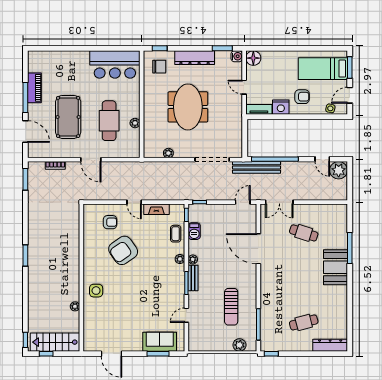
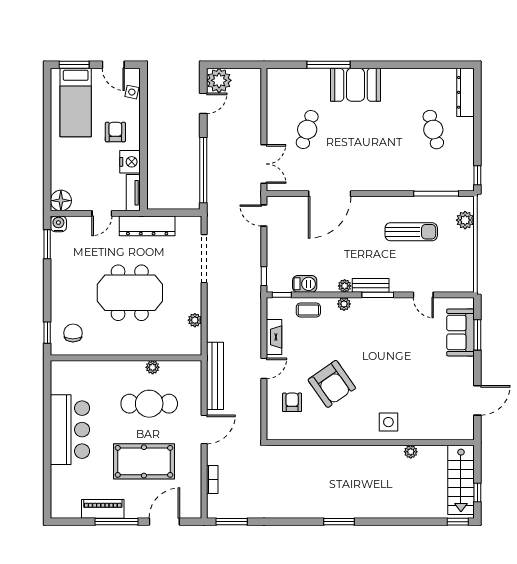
dresser: (195, 58) -> (147, 226), moved, turned 90
bar counter: (115, 64) -> (70, 430), moved
bench: (257, 167) -> (215, 376), moved

